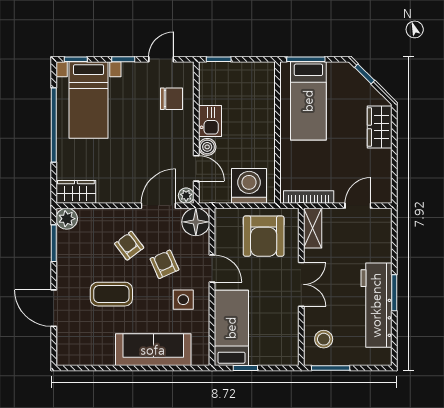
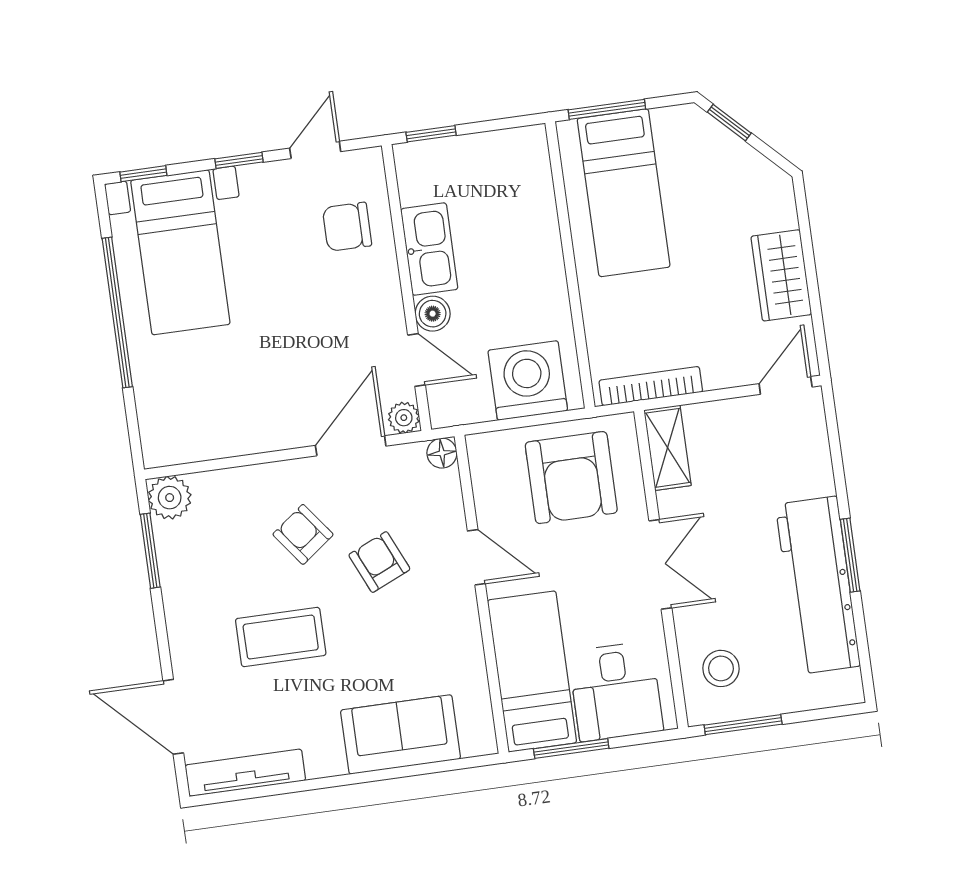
chair: (171, 99) -> (347, 227), turned 180
kitchen sink: (210, 121) -> (429, 249), width x1.38
wardrobe: (380, 127) -> (781, 275), moved
wardrobe: (76, 192) -> (181, 441), removed
door: (358, 206) -> (786, 385), moved
floor lamp: (196, 222) -> (442, 453), width x0.53, depth x0.53
side table: (183, 300) -> (427, 628), removed
door: (54, 308) -> (173, 717), moved
desk: (271, 343) -> (616, 691), added
sofa: (153, 350) -> (401, 734), width x0.73
tv unit: (85, 358) -> (245, 773), added
window: (245, 368) -> (571, 749), width x1.50

